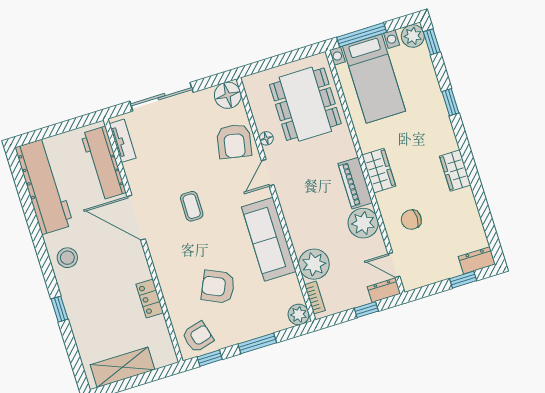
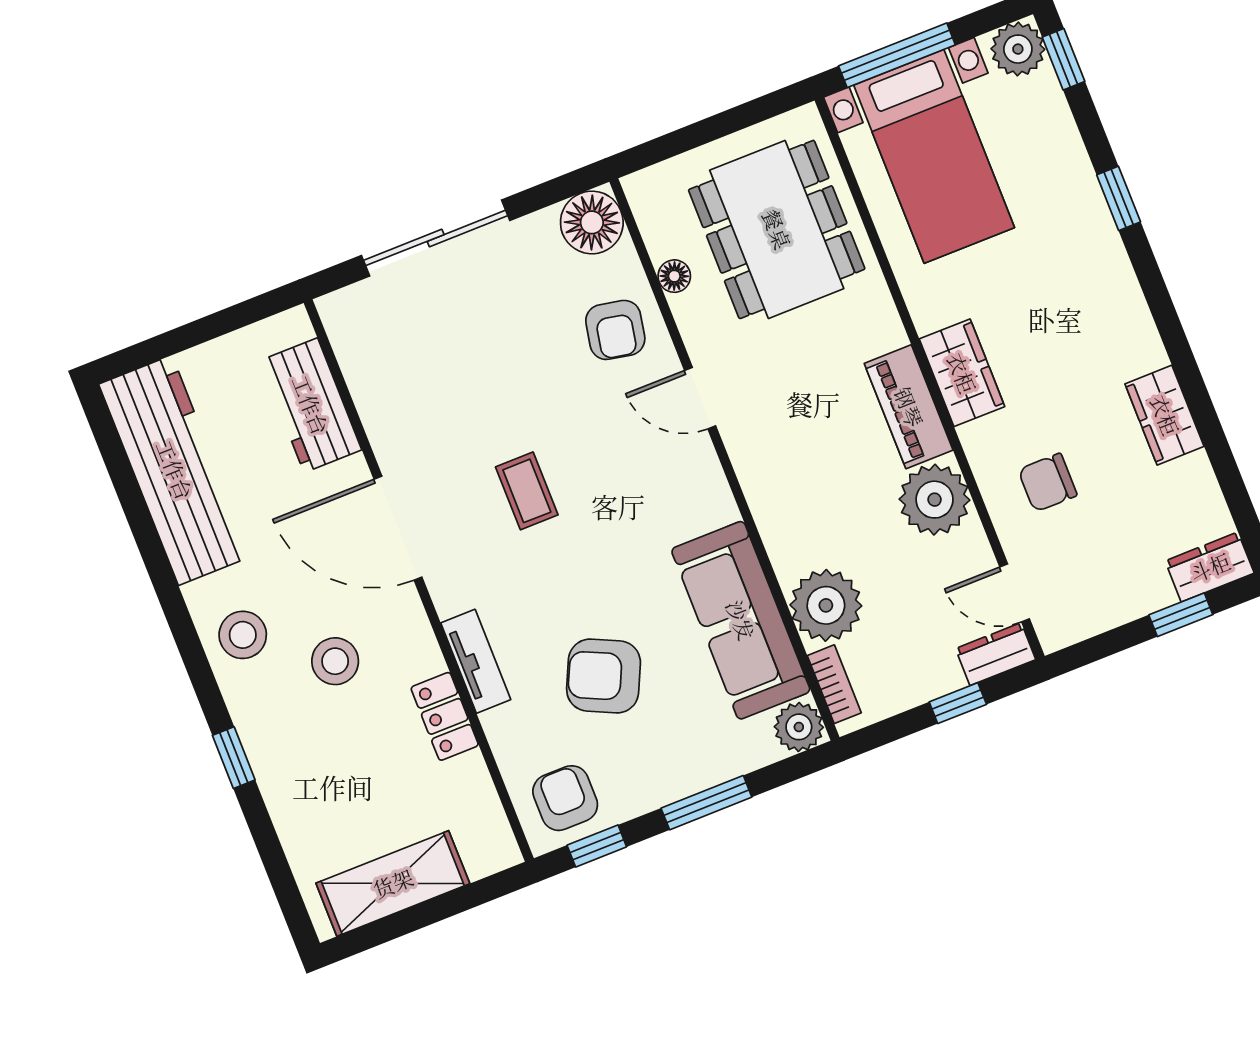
floor lamp: (266, 138) -> (674, 276), moved
tv unit: (123, 141) -> (476, 661), moved
armchair: (234, 141) -> (615, 330), width x0.72, depth x0.72
workbench: (103, 163) -> (311, 405), width x0.73
wardrobe: (455, 171) -> (1165, 415), moved
door: (268, 173) -> (700, 398), hinge flipped
sofa: (269, 239) -> (741, 620), moved
stool: (105, 272) -> (335, 661), added
armchair: (198, 337) -> (565, 798), turned -75

